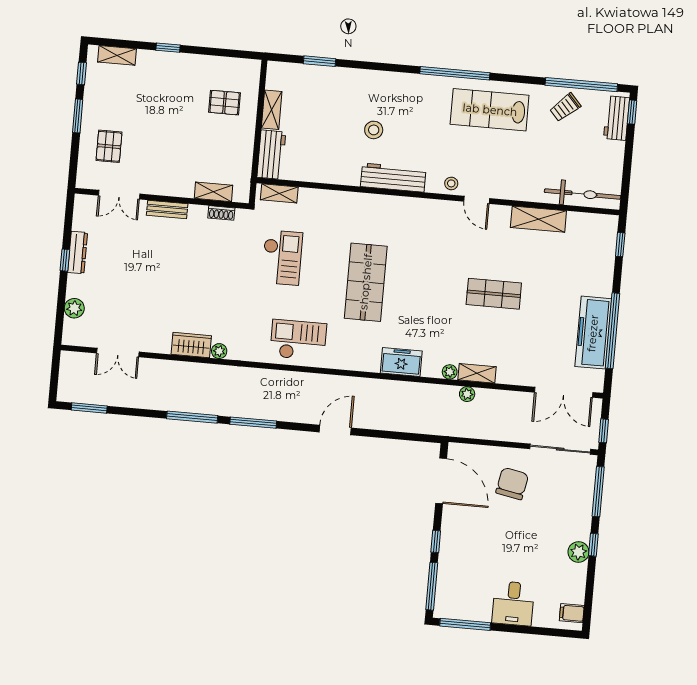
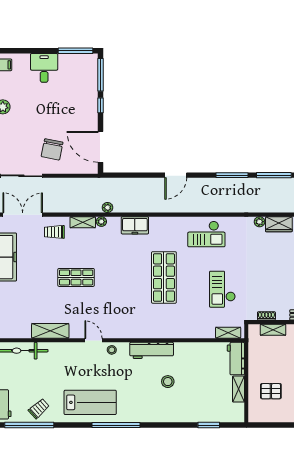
trolley: (520, 363) -> (54, 232), added
plant: (467, 394) -> (107, 208), moved

